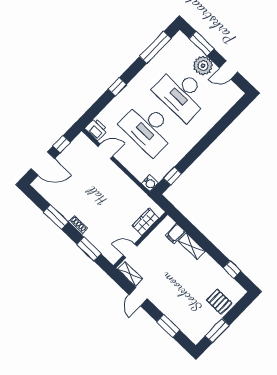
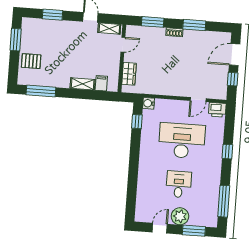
desk: (182, 94) -> (179, 184), width x0.53, depth x0.77
window: (232, 269) -> (41, 91), width x2.17

